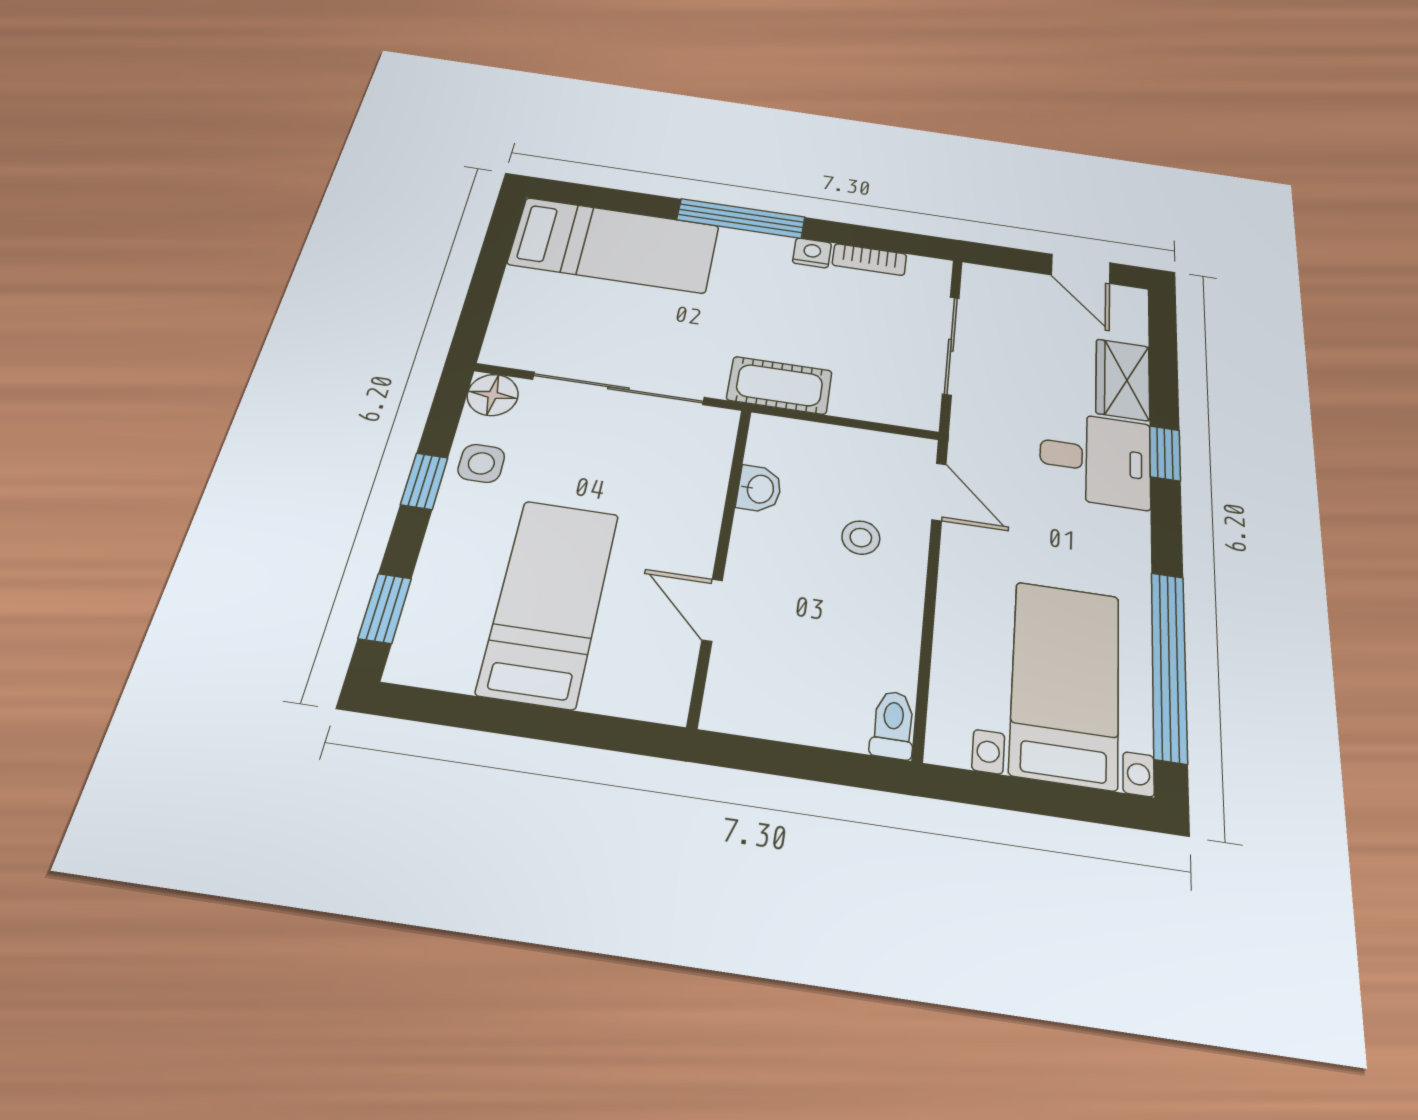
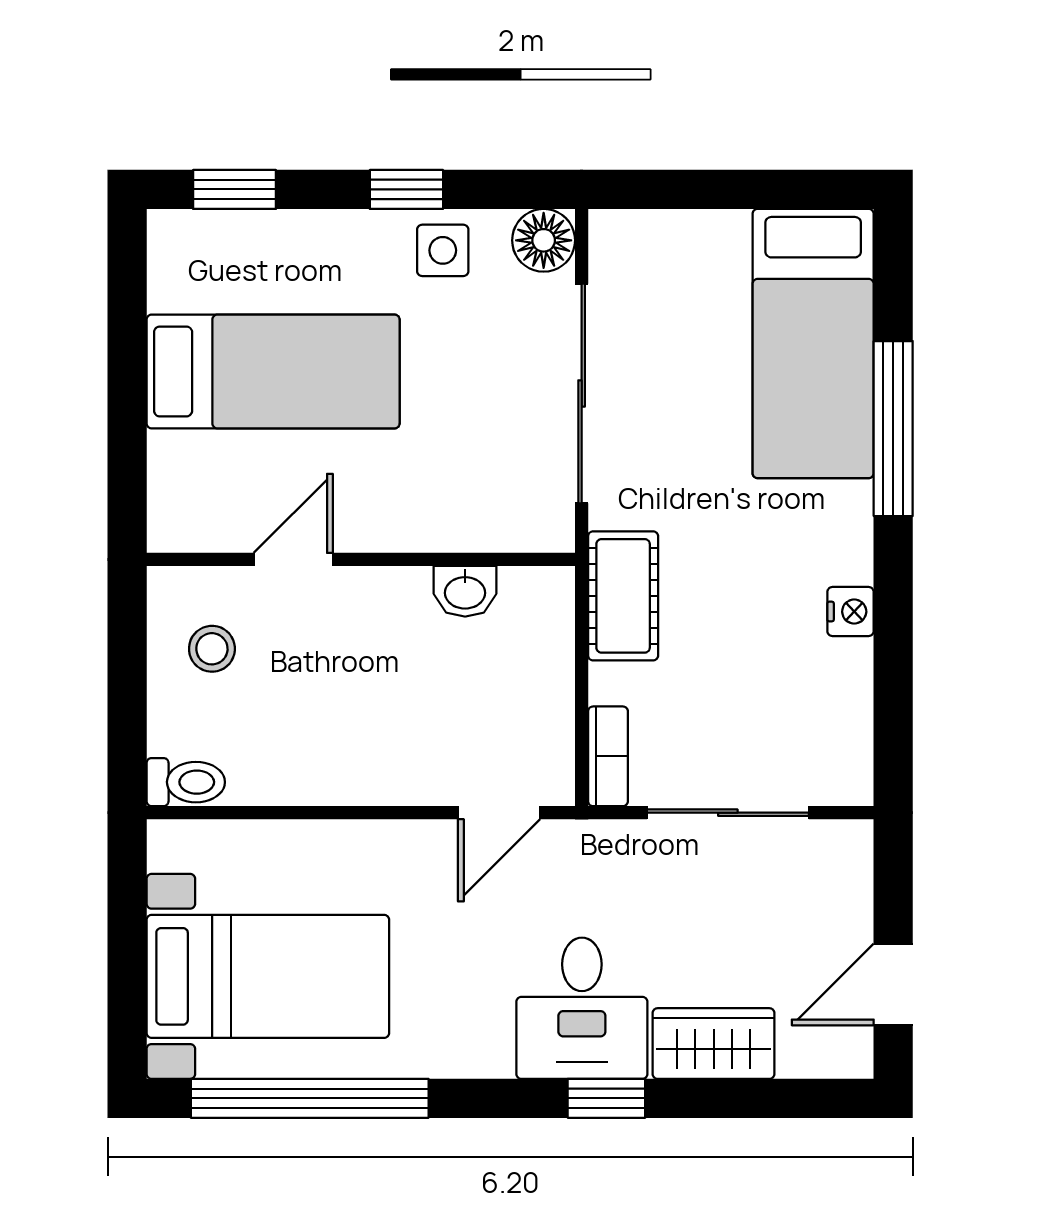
window: (741, 218) -> (893, 429), moved
bookcase: (869, 260) -> (608, 756), moved, turned 180
stool: (861, 538) -> (212, 649), moved

